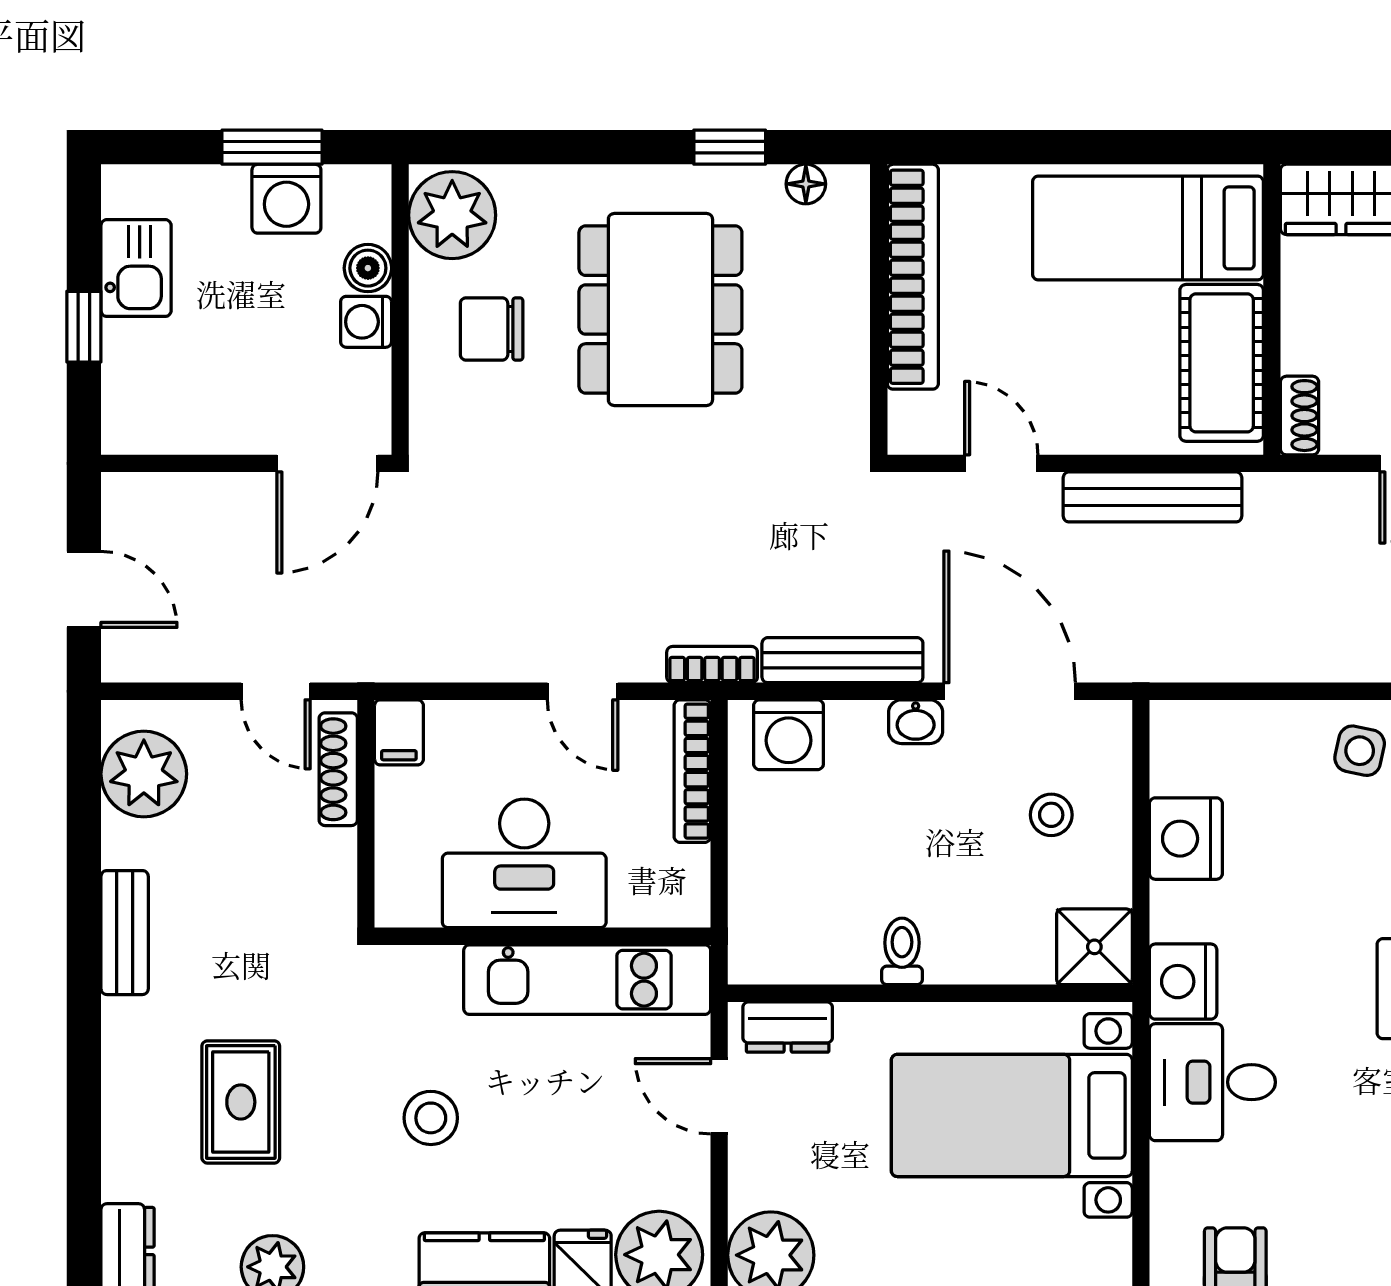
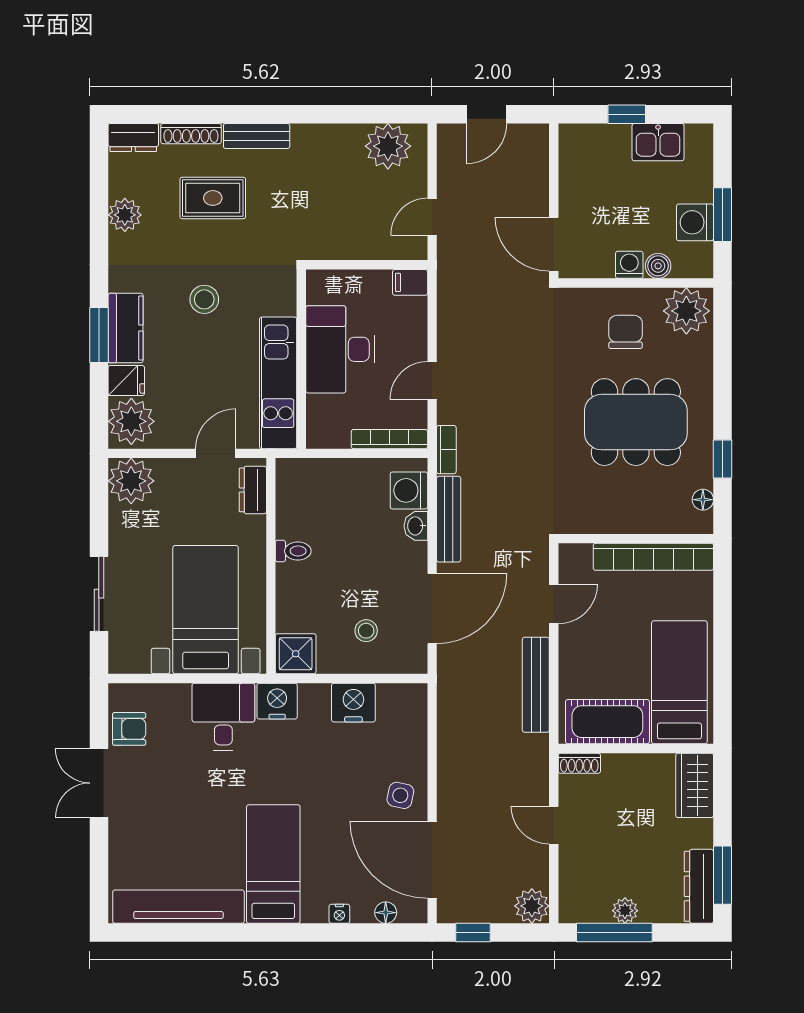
washbasin: (916, 722) -> (416, 526), moved
shoe rack: (338, 769) -> (191, 134), moved, turned 180
bench: (125, 933) -> (257, 136), moved

